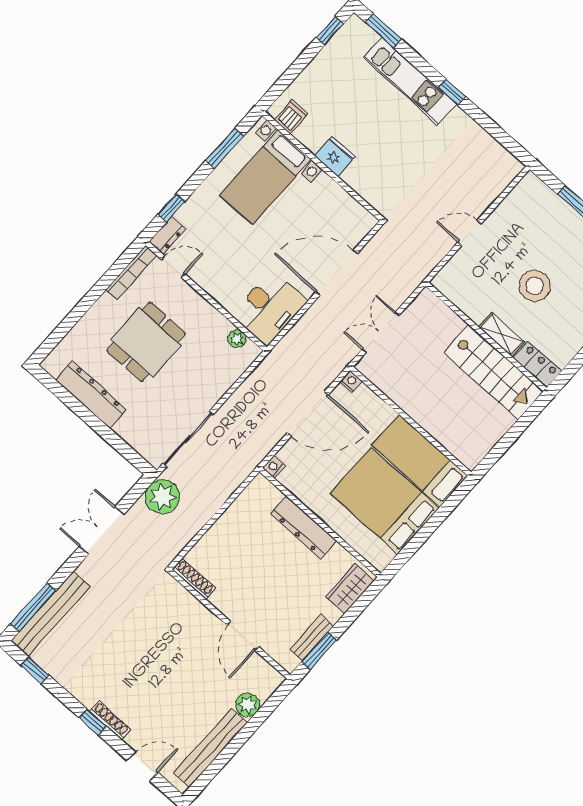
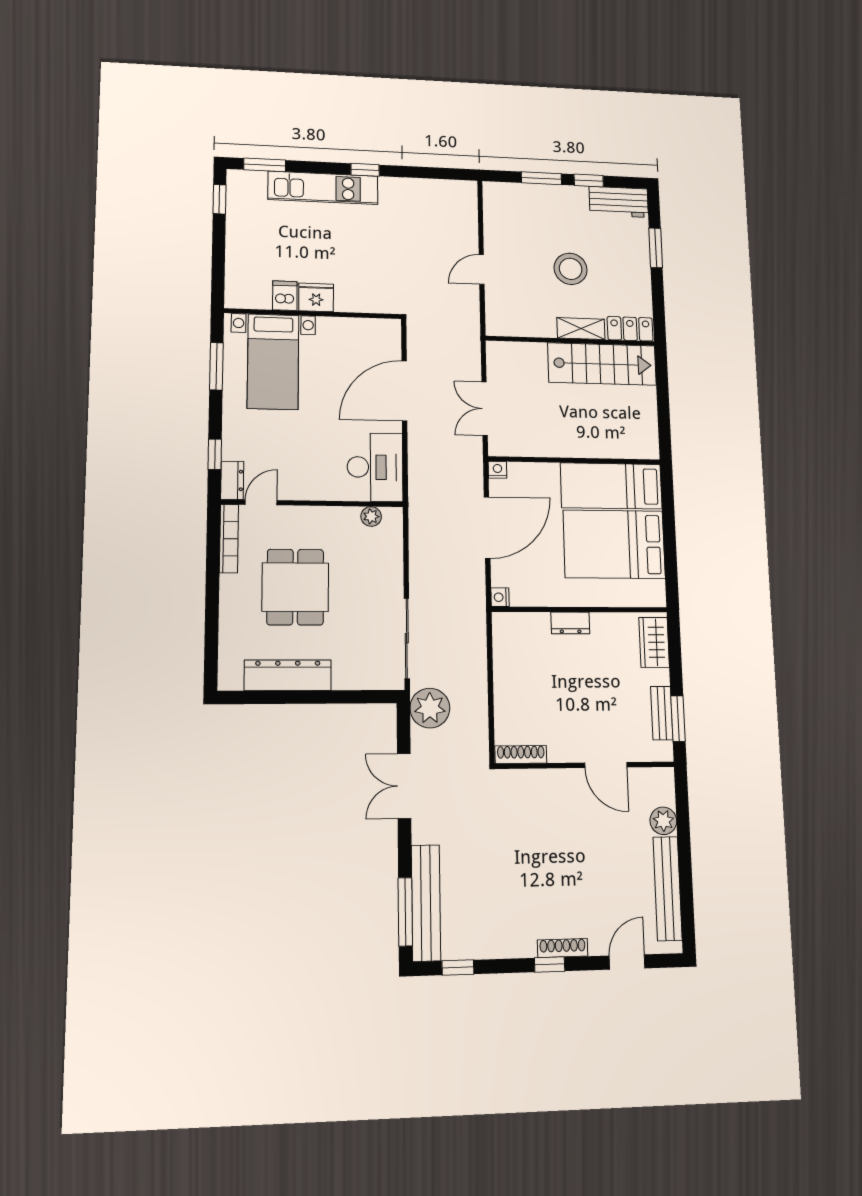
dishwasher: (291, 117) -> (285, 296), moved
dresser: (304, 527) -> (570, 623), width x0.51, depth x0.80

